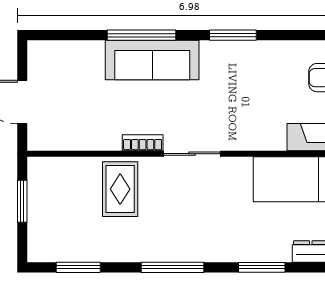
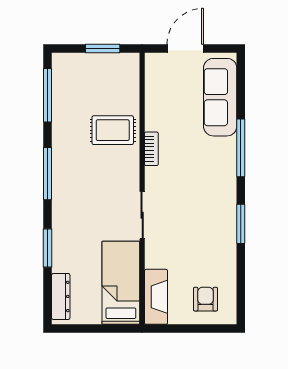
sofa: (152, 60) -> (220, 97), moved
sliding door: (192, 154) -> (142, 215), moved
window: (78, 267) -> (48, 95), width x1.44

